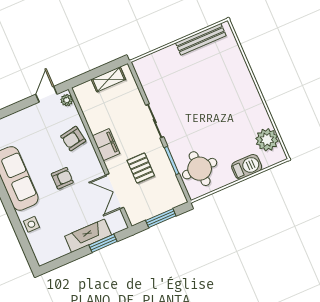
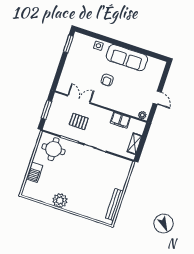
door: (46, 94) -> (157, 98), moved
armchair: (73, 139) -> (121, 102), removed
plant: (267, 140) -> (60, 200), moved
filing cabinet: (106, 145) -> (120, 120), moved
fireplace: (88, 236) -> (69, 68), removed
window: (103, 243) -> (68, 44), moved

